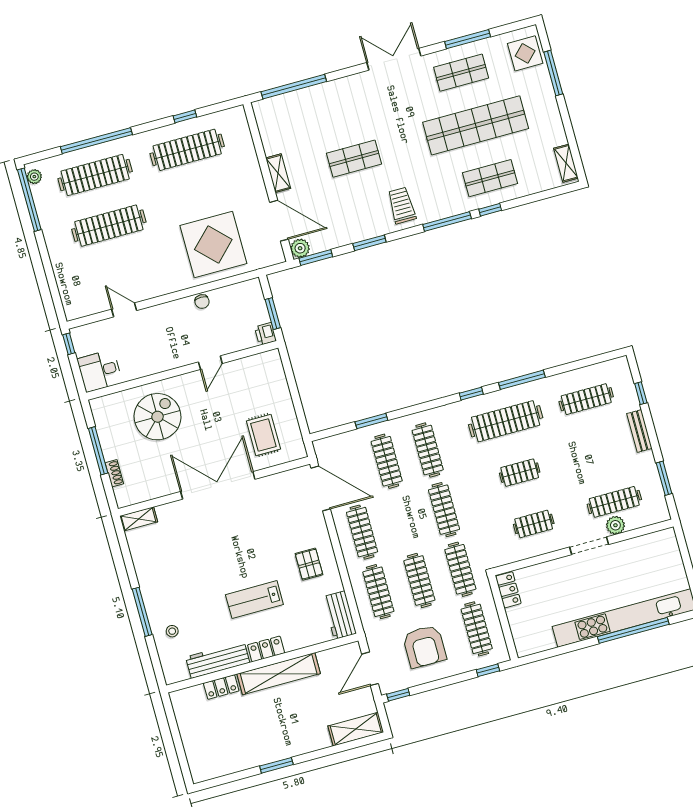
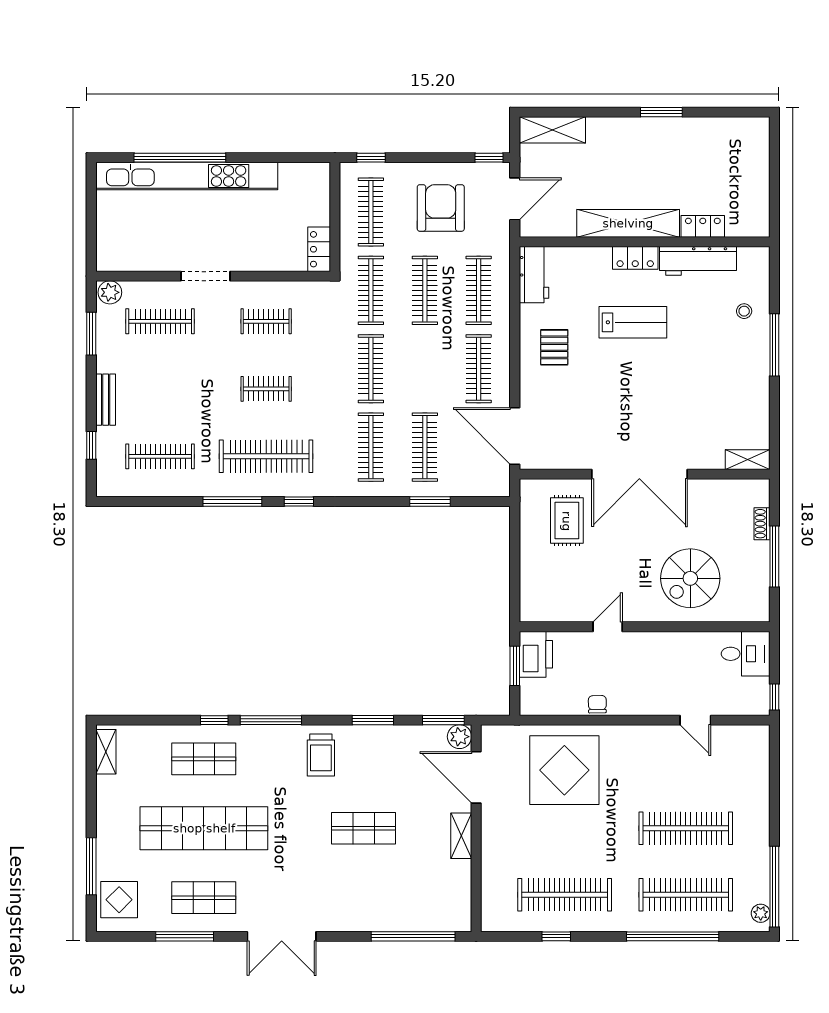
printer: (265, 334) -> (536, 654), width x1.87, depth x1.48
plant: (615, 525) -> (110, 292), moved

